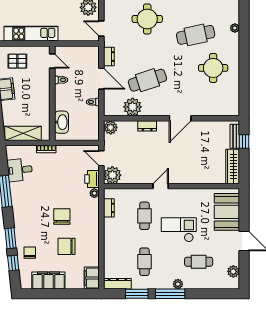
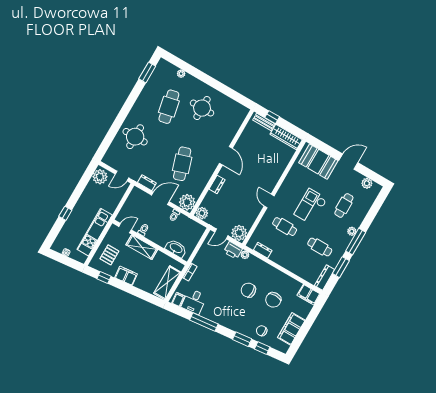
shelving: (43, 88) -> (142, 247), added
plant: (133, 107) -> (187, 202), moved
filing cabinet: (13, 153) -> (178, 300), added

